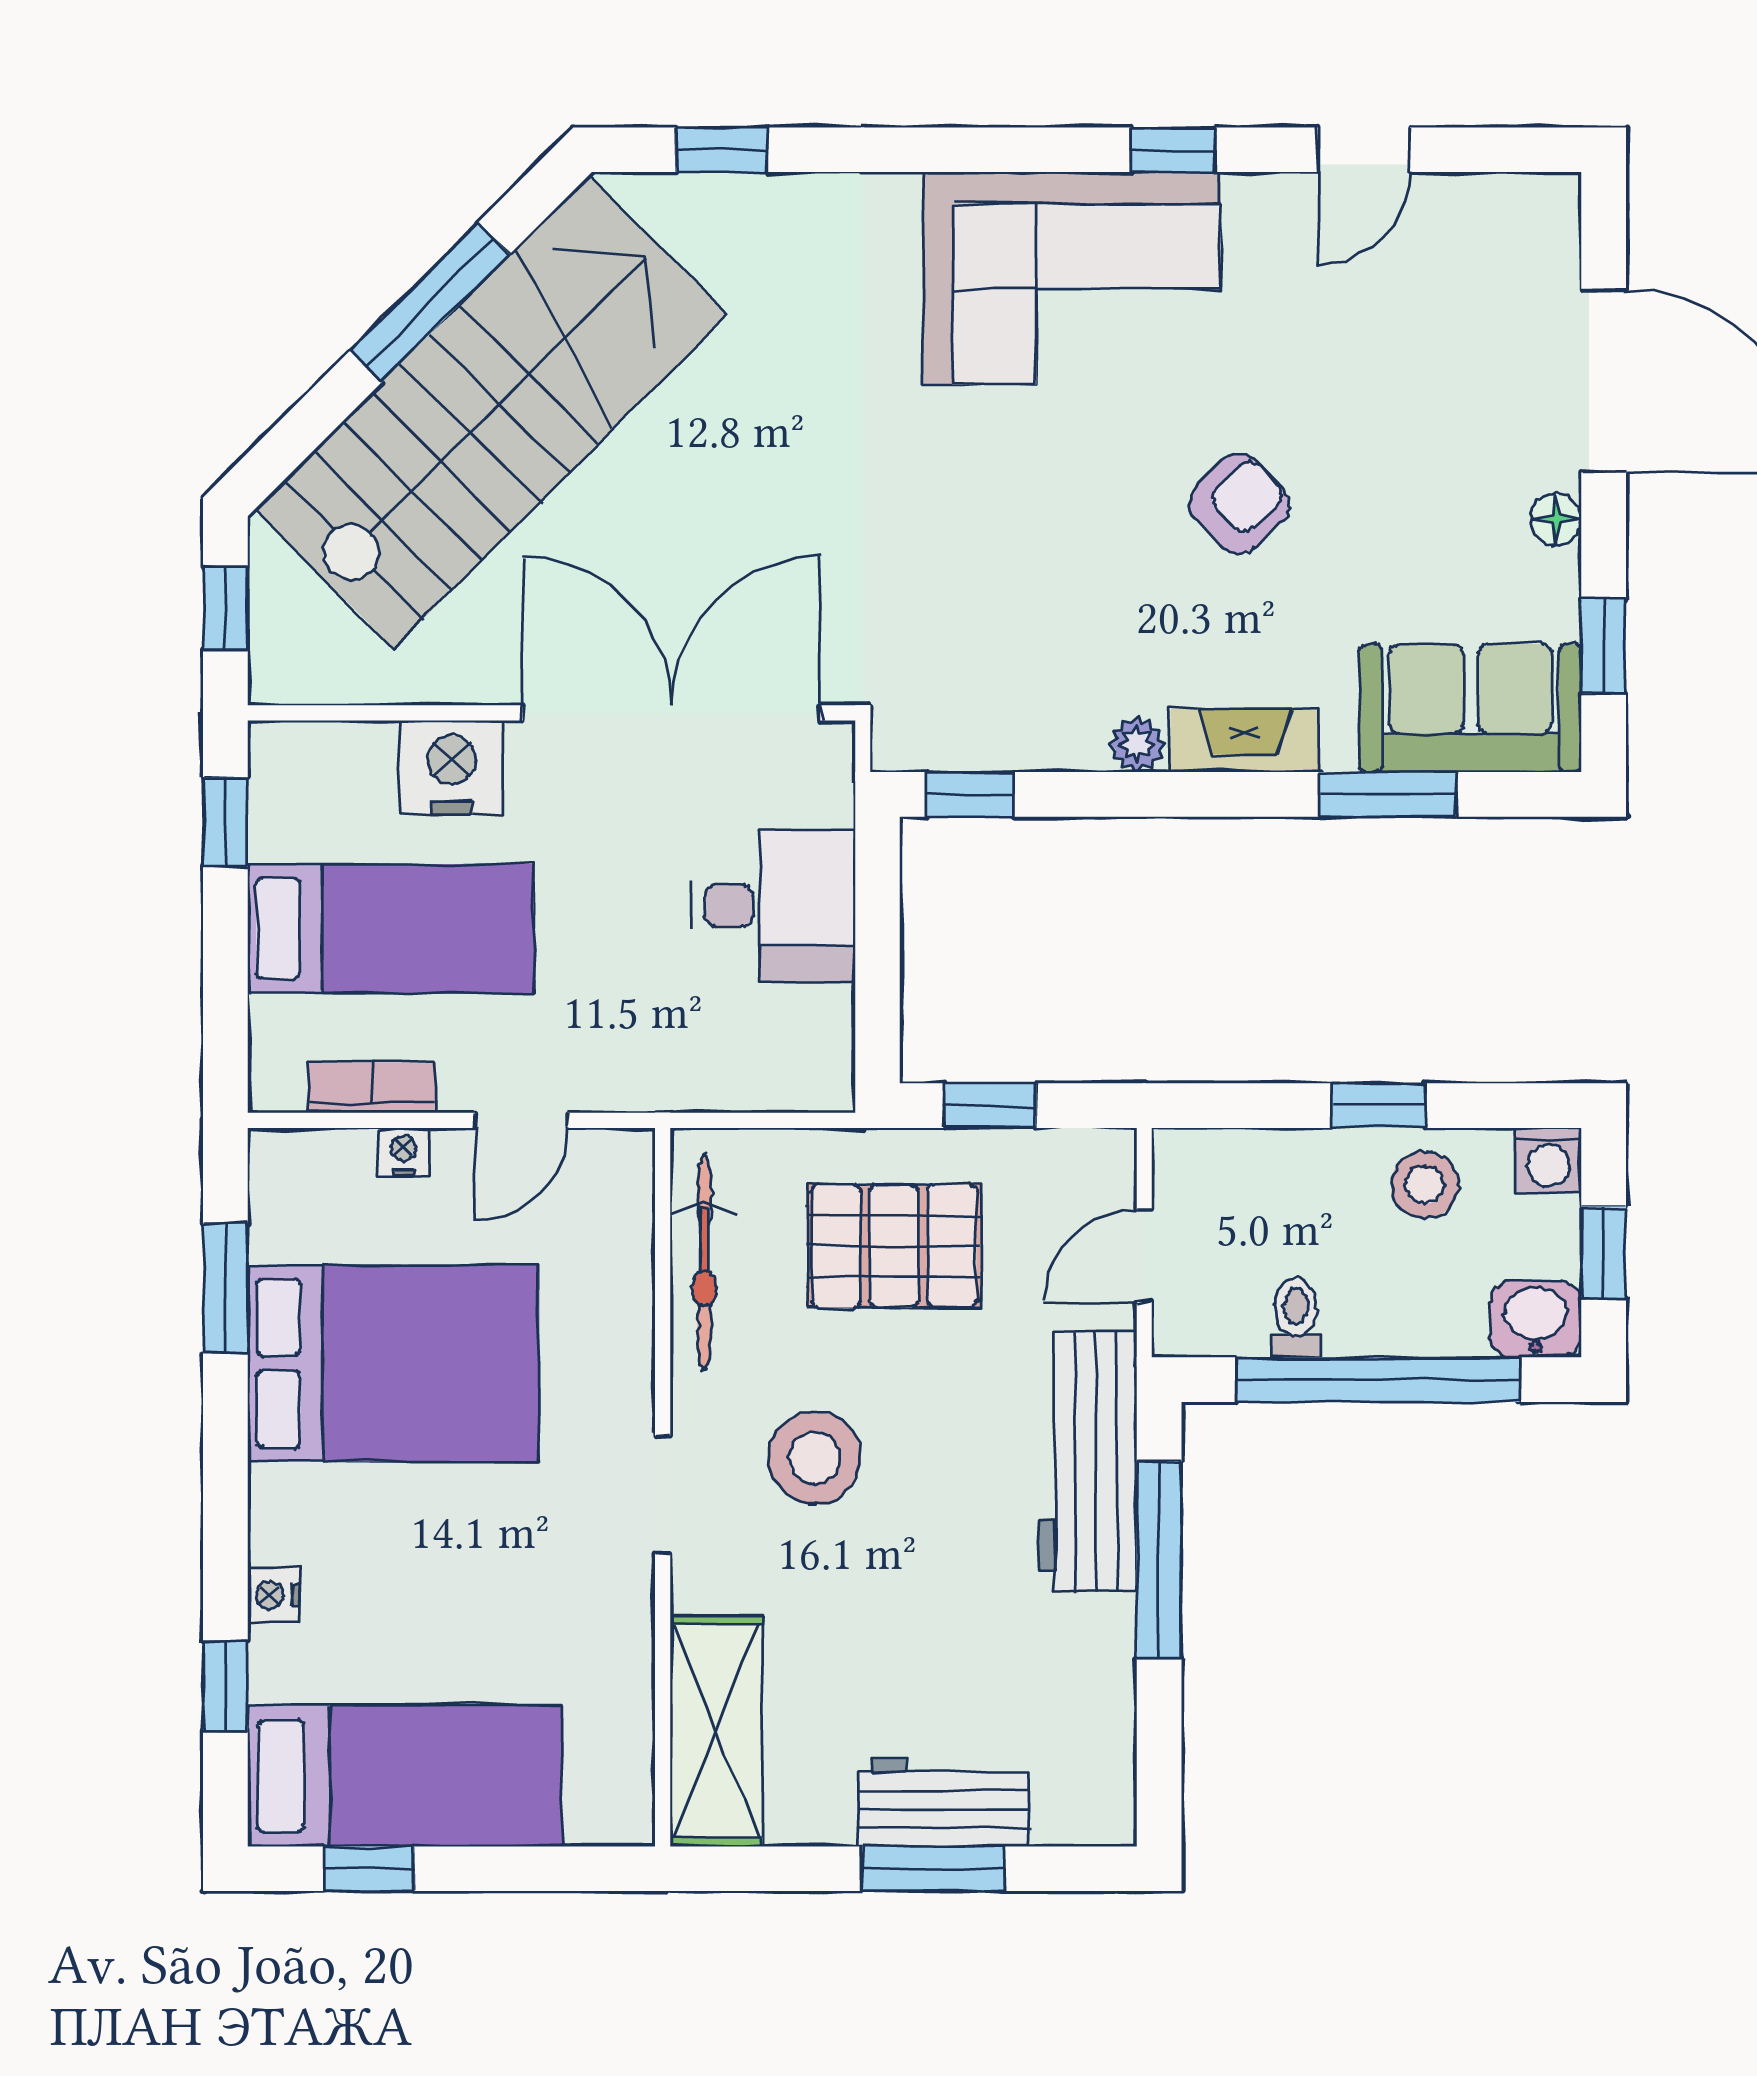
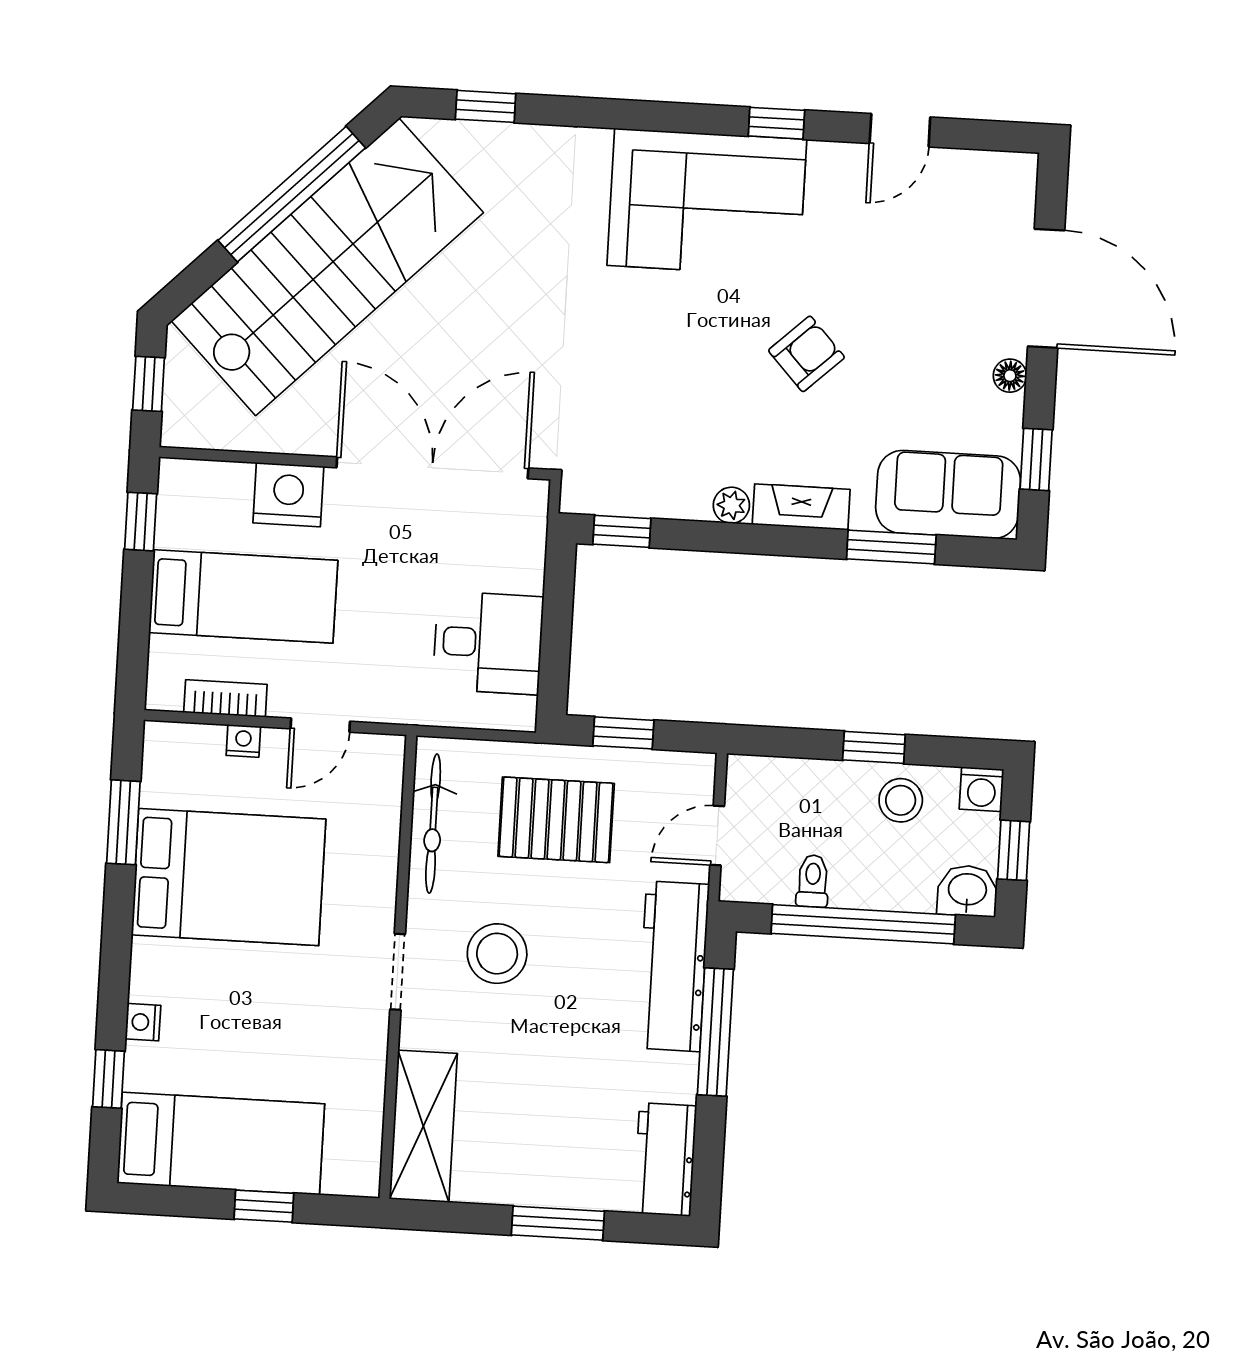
window: (430, 303) -> (292, 194), width x1.46
desk: (773, 906) -> (488, 643), moved
workbench: (943, 1802) -> (665, 1159), moved, turned -90
window: (369, 1869) -> (264, 1206), moved

